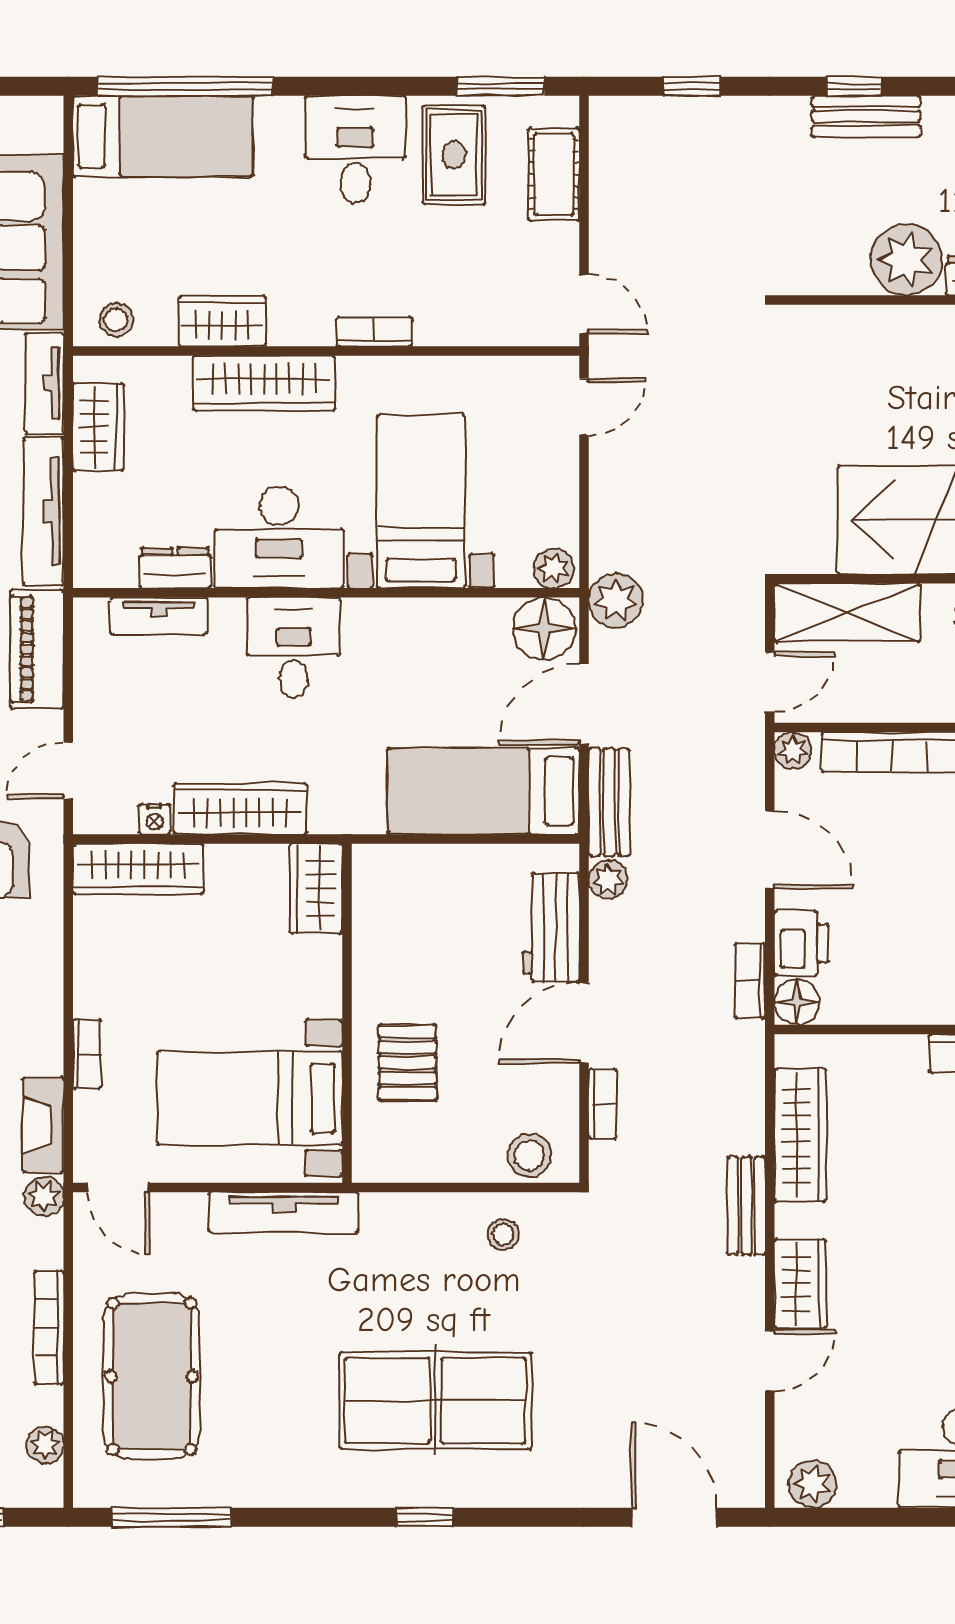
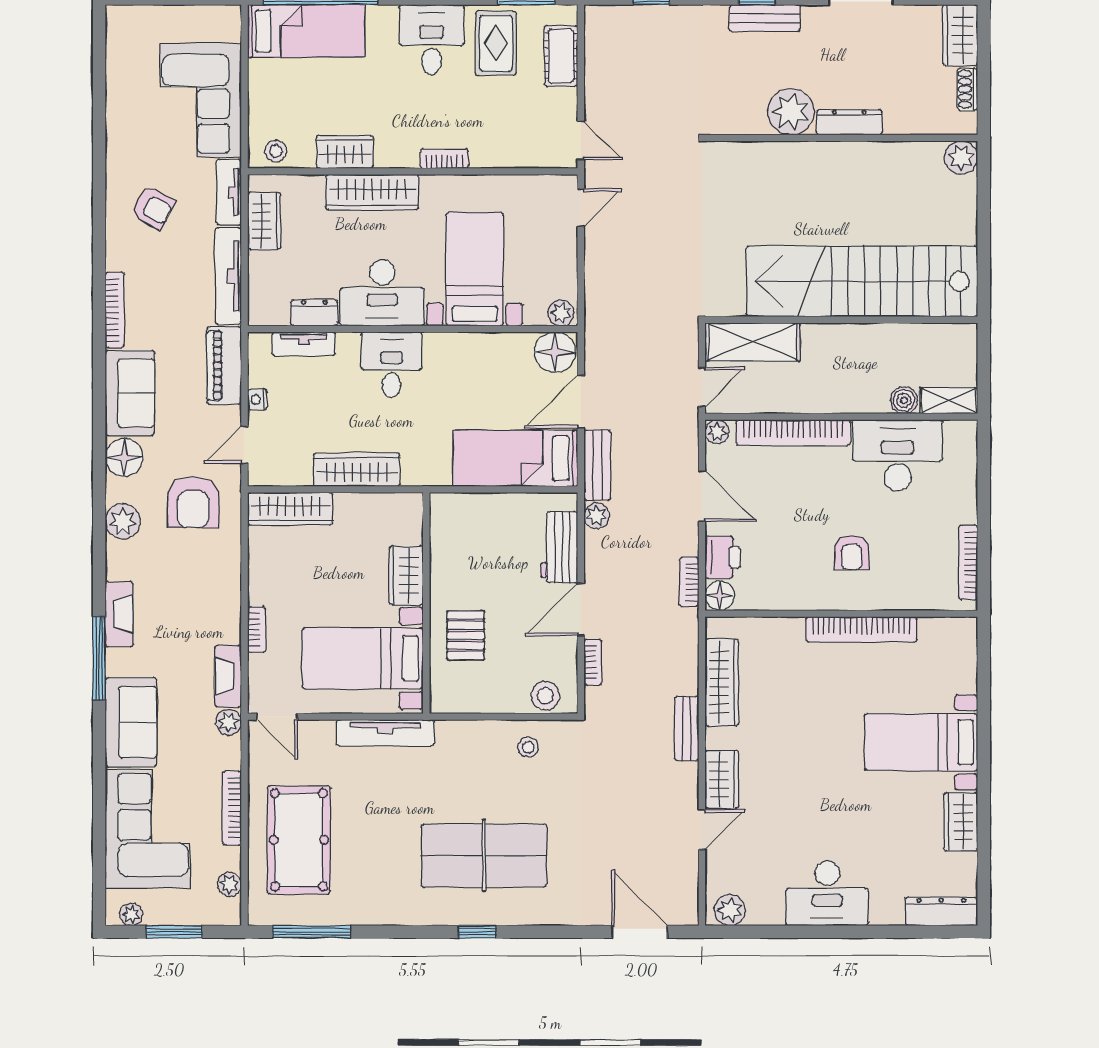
plant: (616, 600) -> (601, 334), removed
nightstand: (154, 819) -> (257, 399), moved, turned 90
wardrobe: (316, 889) -> (406, 575), moved

